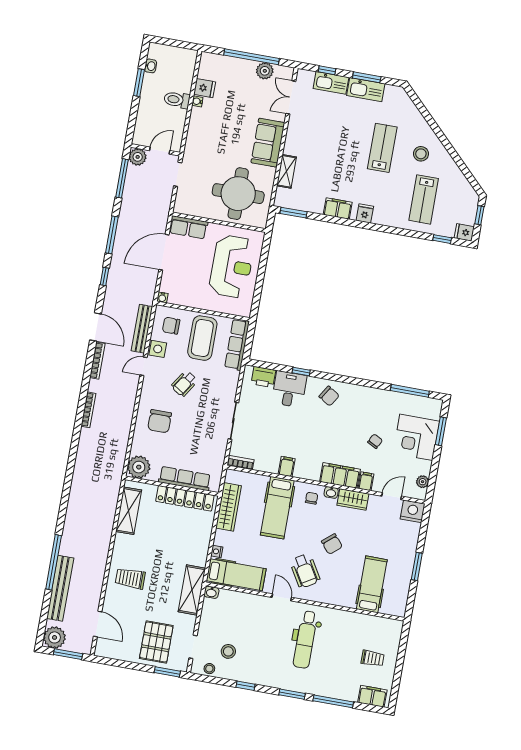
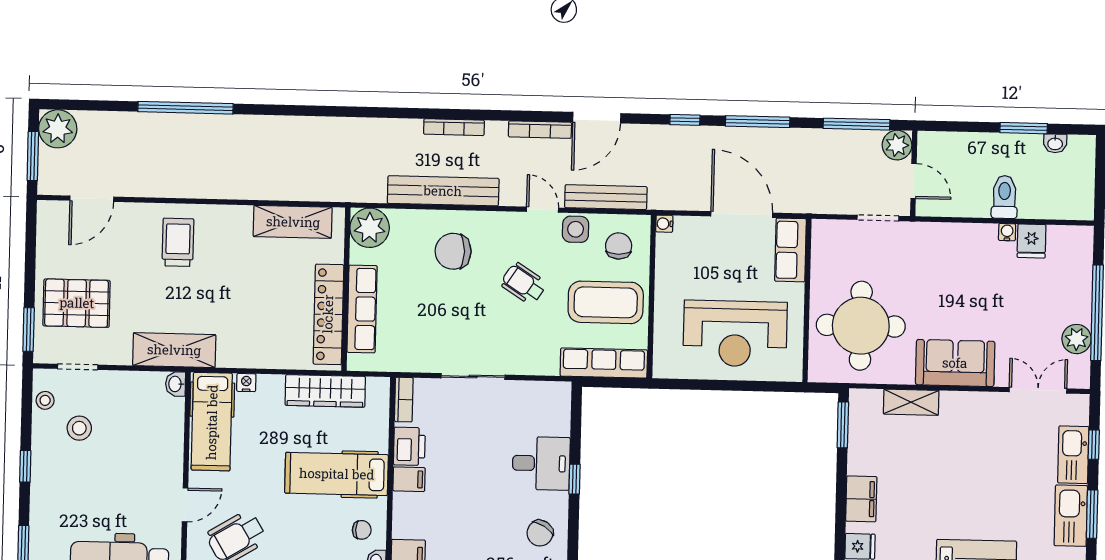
printer: (263, 377) -> (409, 446), moved, turned 180
bench: (60, 588) -> (443, 191), moved

